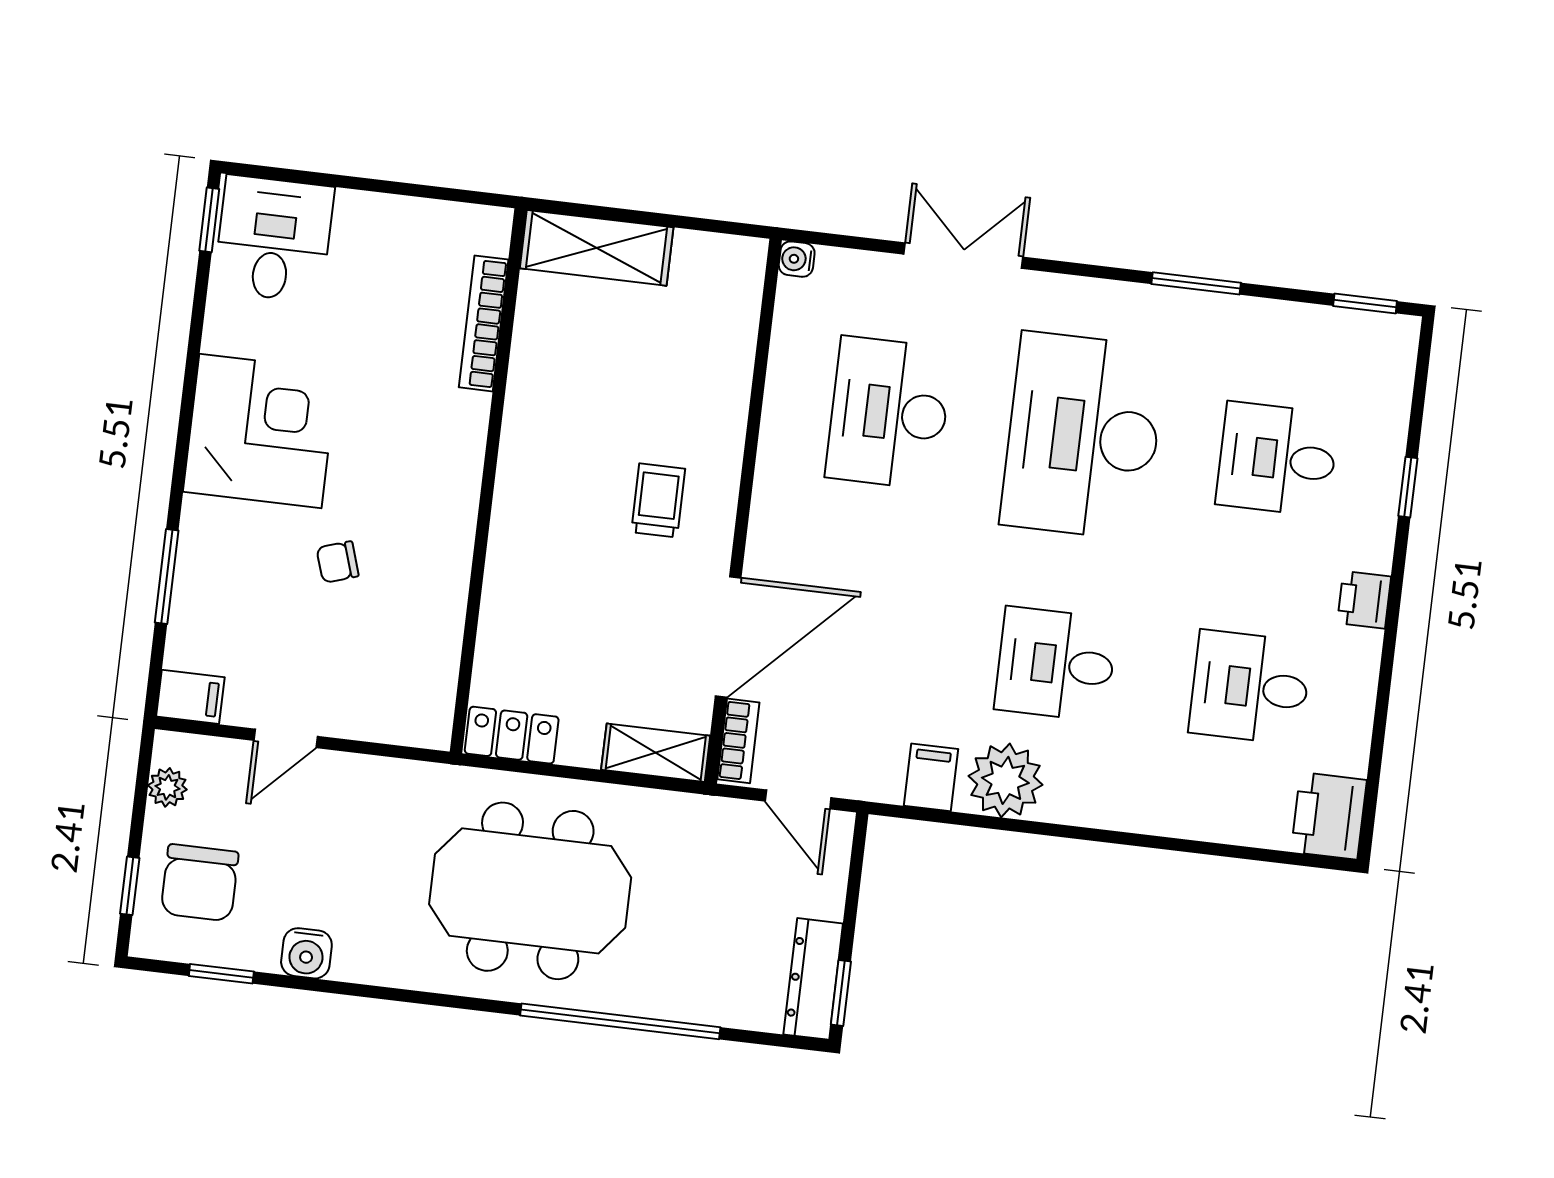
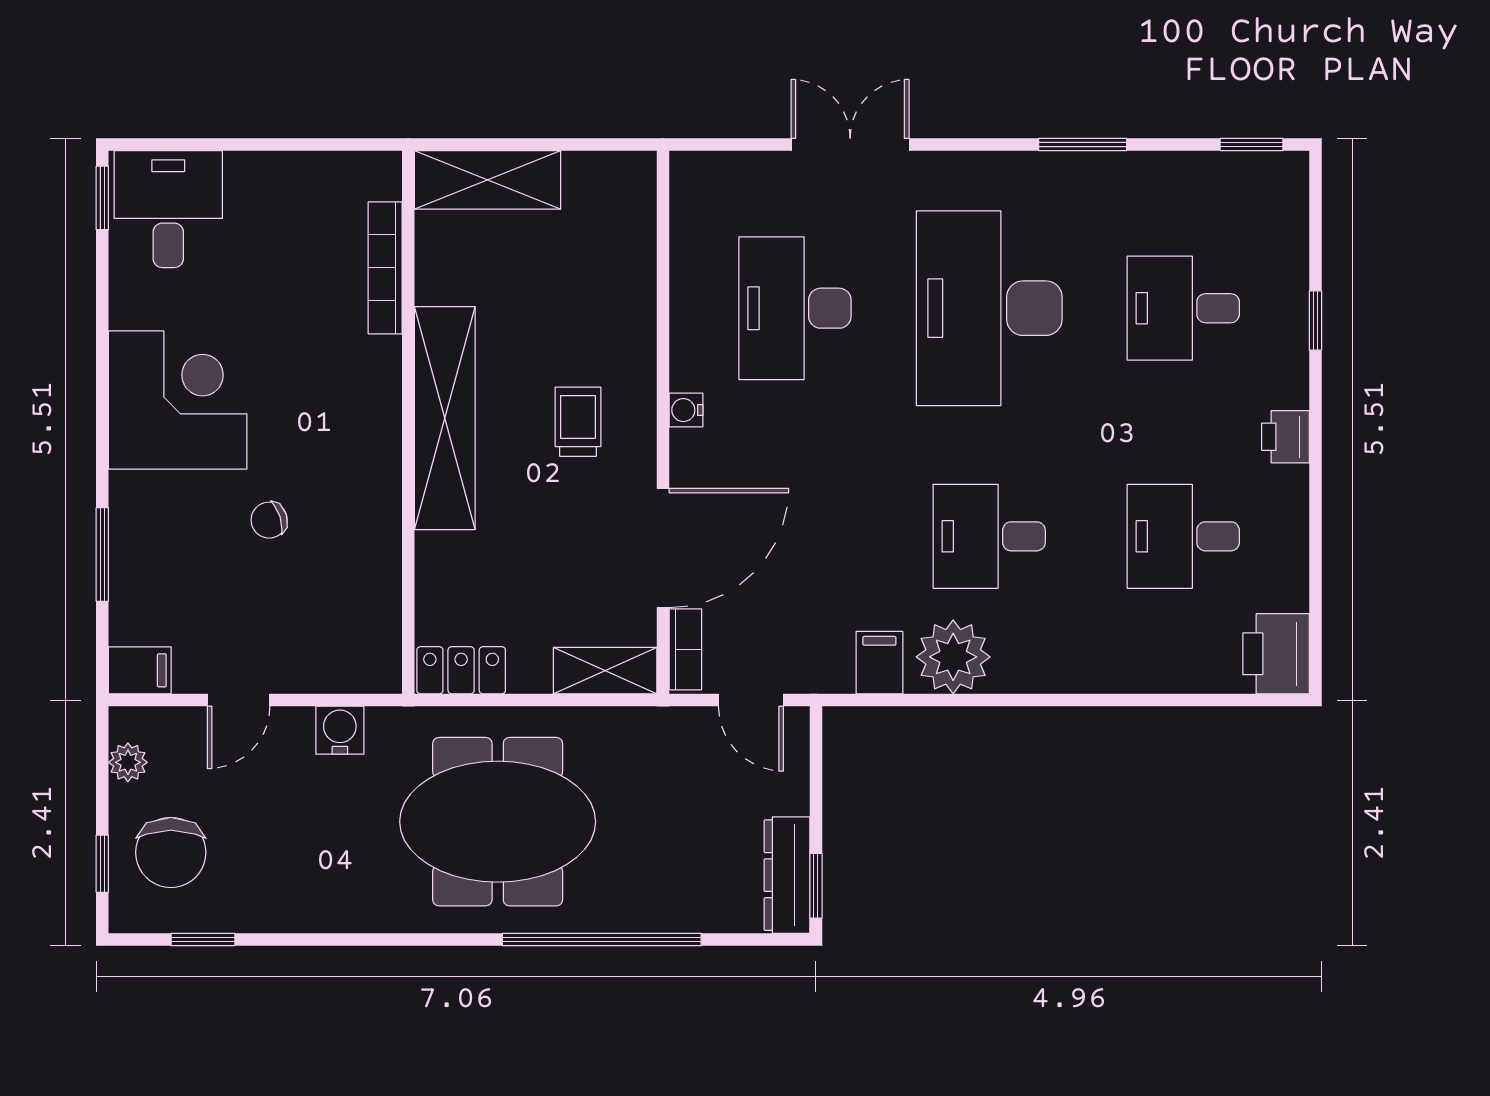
water cooler: (797, 259) -> (686, 410), moved
shelving: (525, 481) -> (445, 418), added
water cooler: (306, 953) -> (340, 730), moved, turned 180

